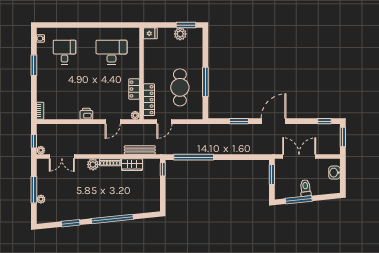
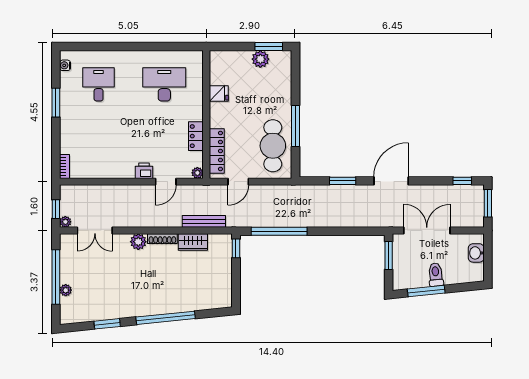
fridge: (150, 33) -> (219, 94), moved
cafe table: (180, 87) -> (273, 146), moved
printer: (86, 114) -> (144, 171), moved
window: (34, 190) -> (56, 277), width x1.46

